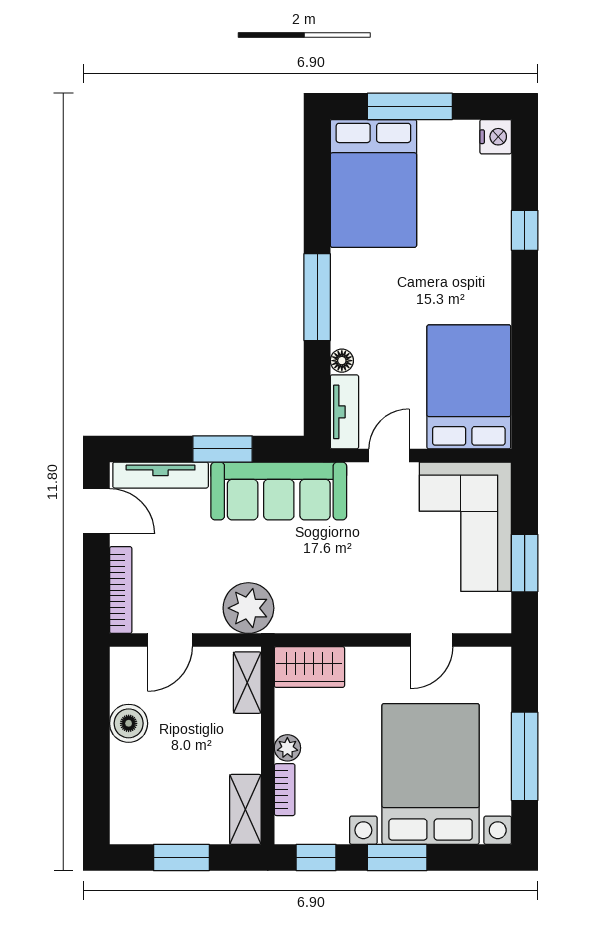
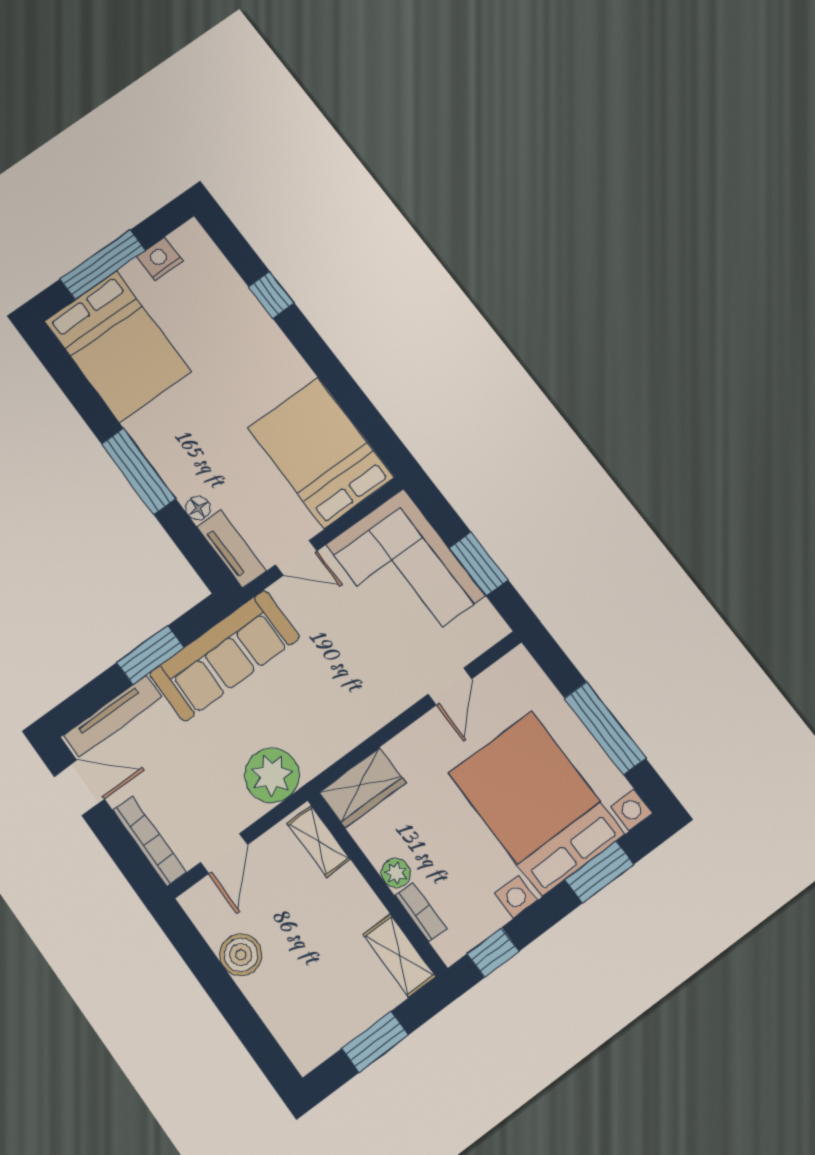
nightstand: (496, 137) -> (160, 259), moved, turned -90
door: (389, 456) -> (296, 558), swing flipped
window: (397, 857) -> (599, 872), moved

